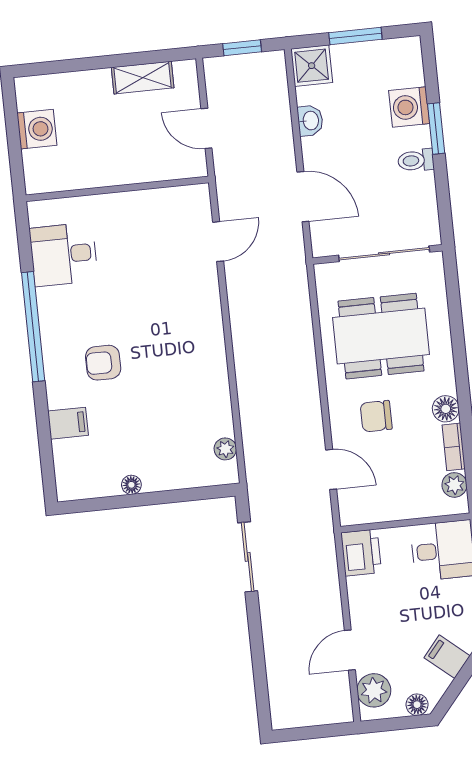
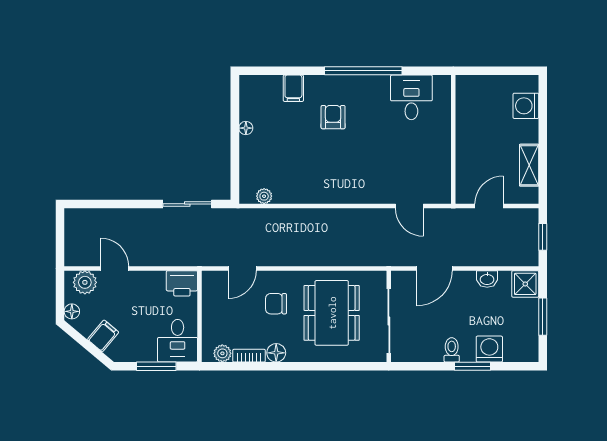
washing machine: (37, 129) -> (526, 106), moved, turned 90
chair: (376, 416) -> (276, 304), turned -90

